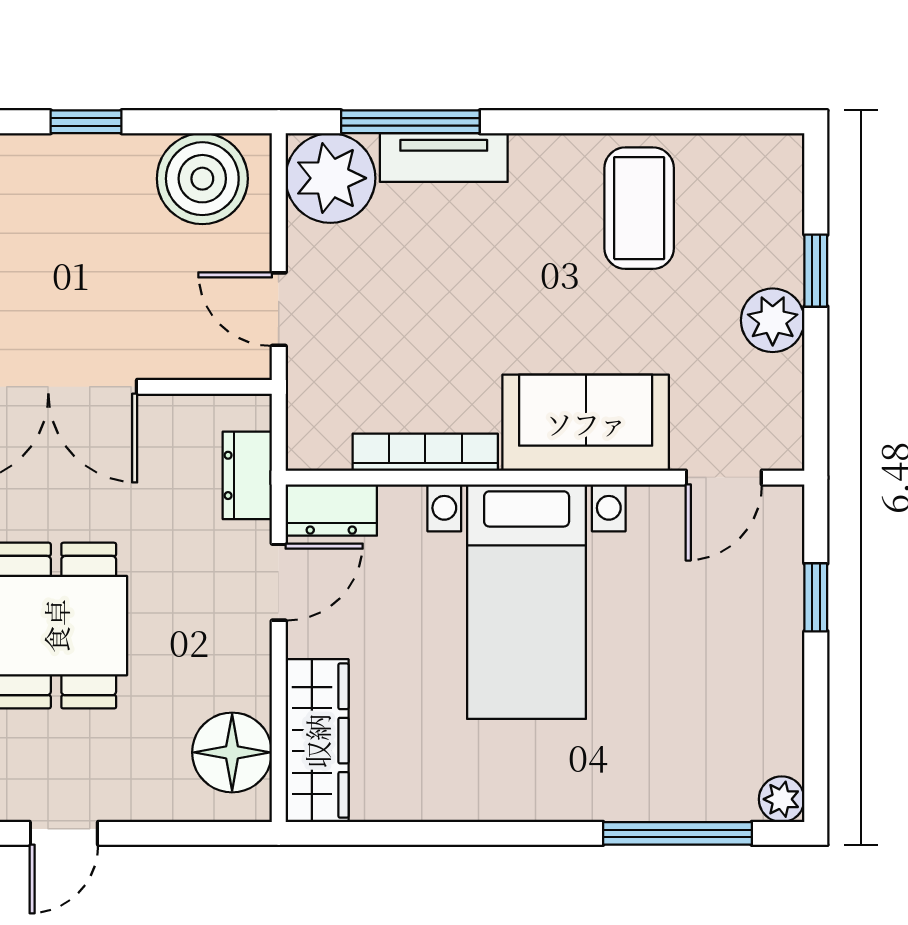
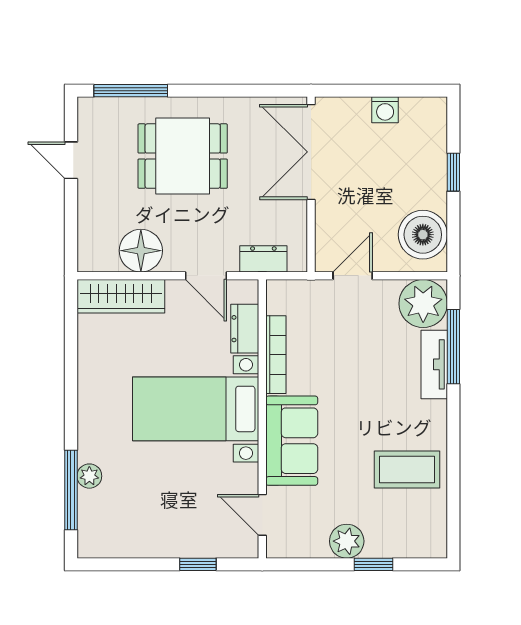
dresser: (331, 510) -> (245, 329), moved
floor lamp: (232, 752) -> (141, 251), moved
plant: (782, 799) -> (89, 476), moved

